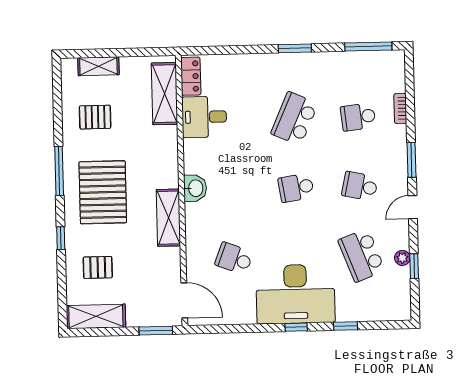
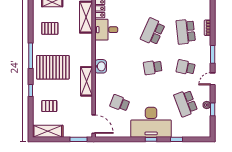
school desk: (358, 117) -> (186, 32), width x1.85
pallet: (103, 192) -> (53, 67), turned 90

